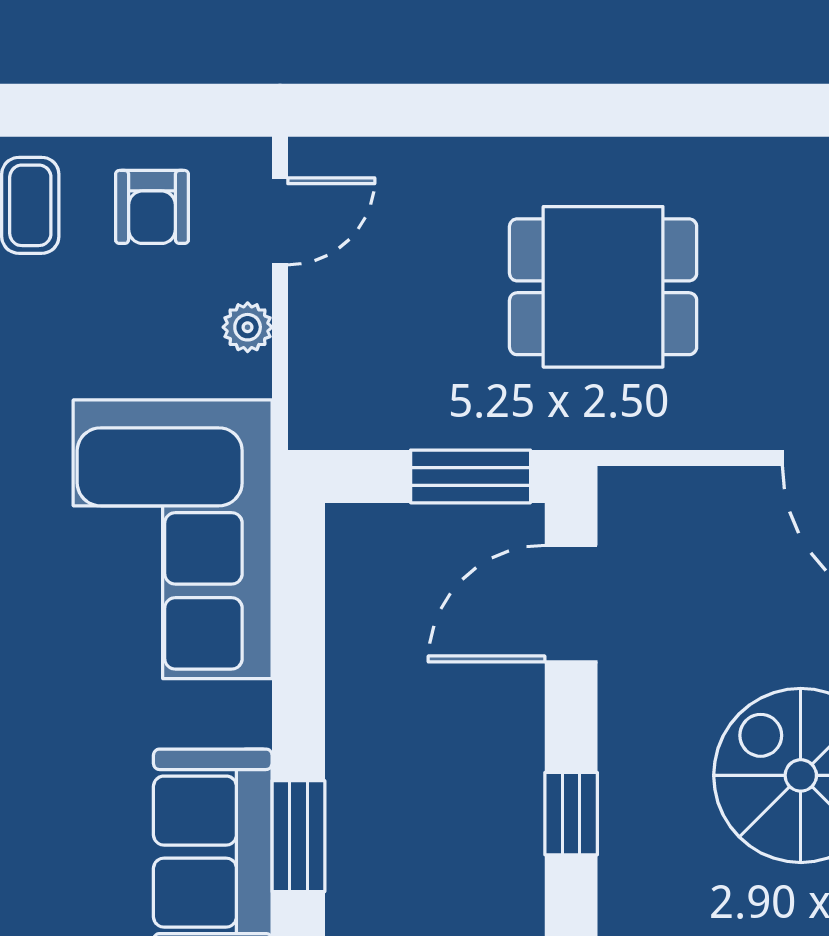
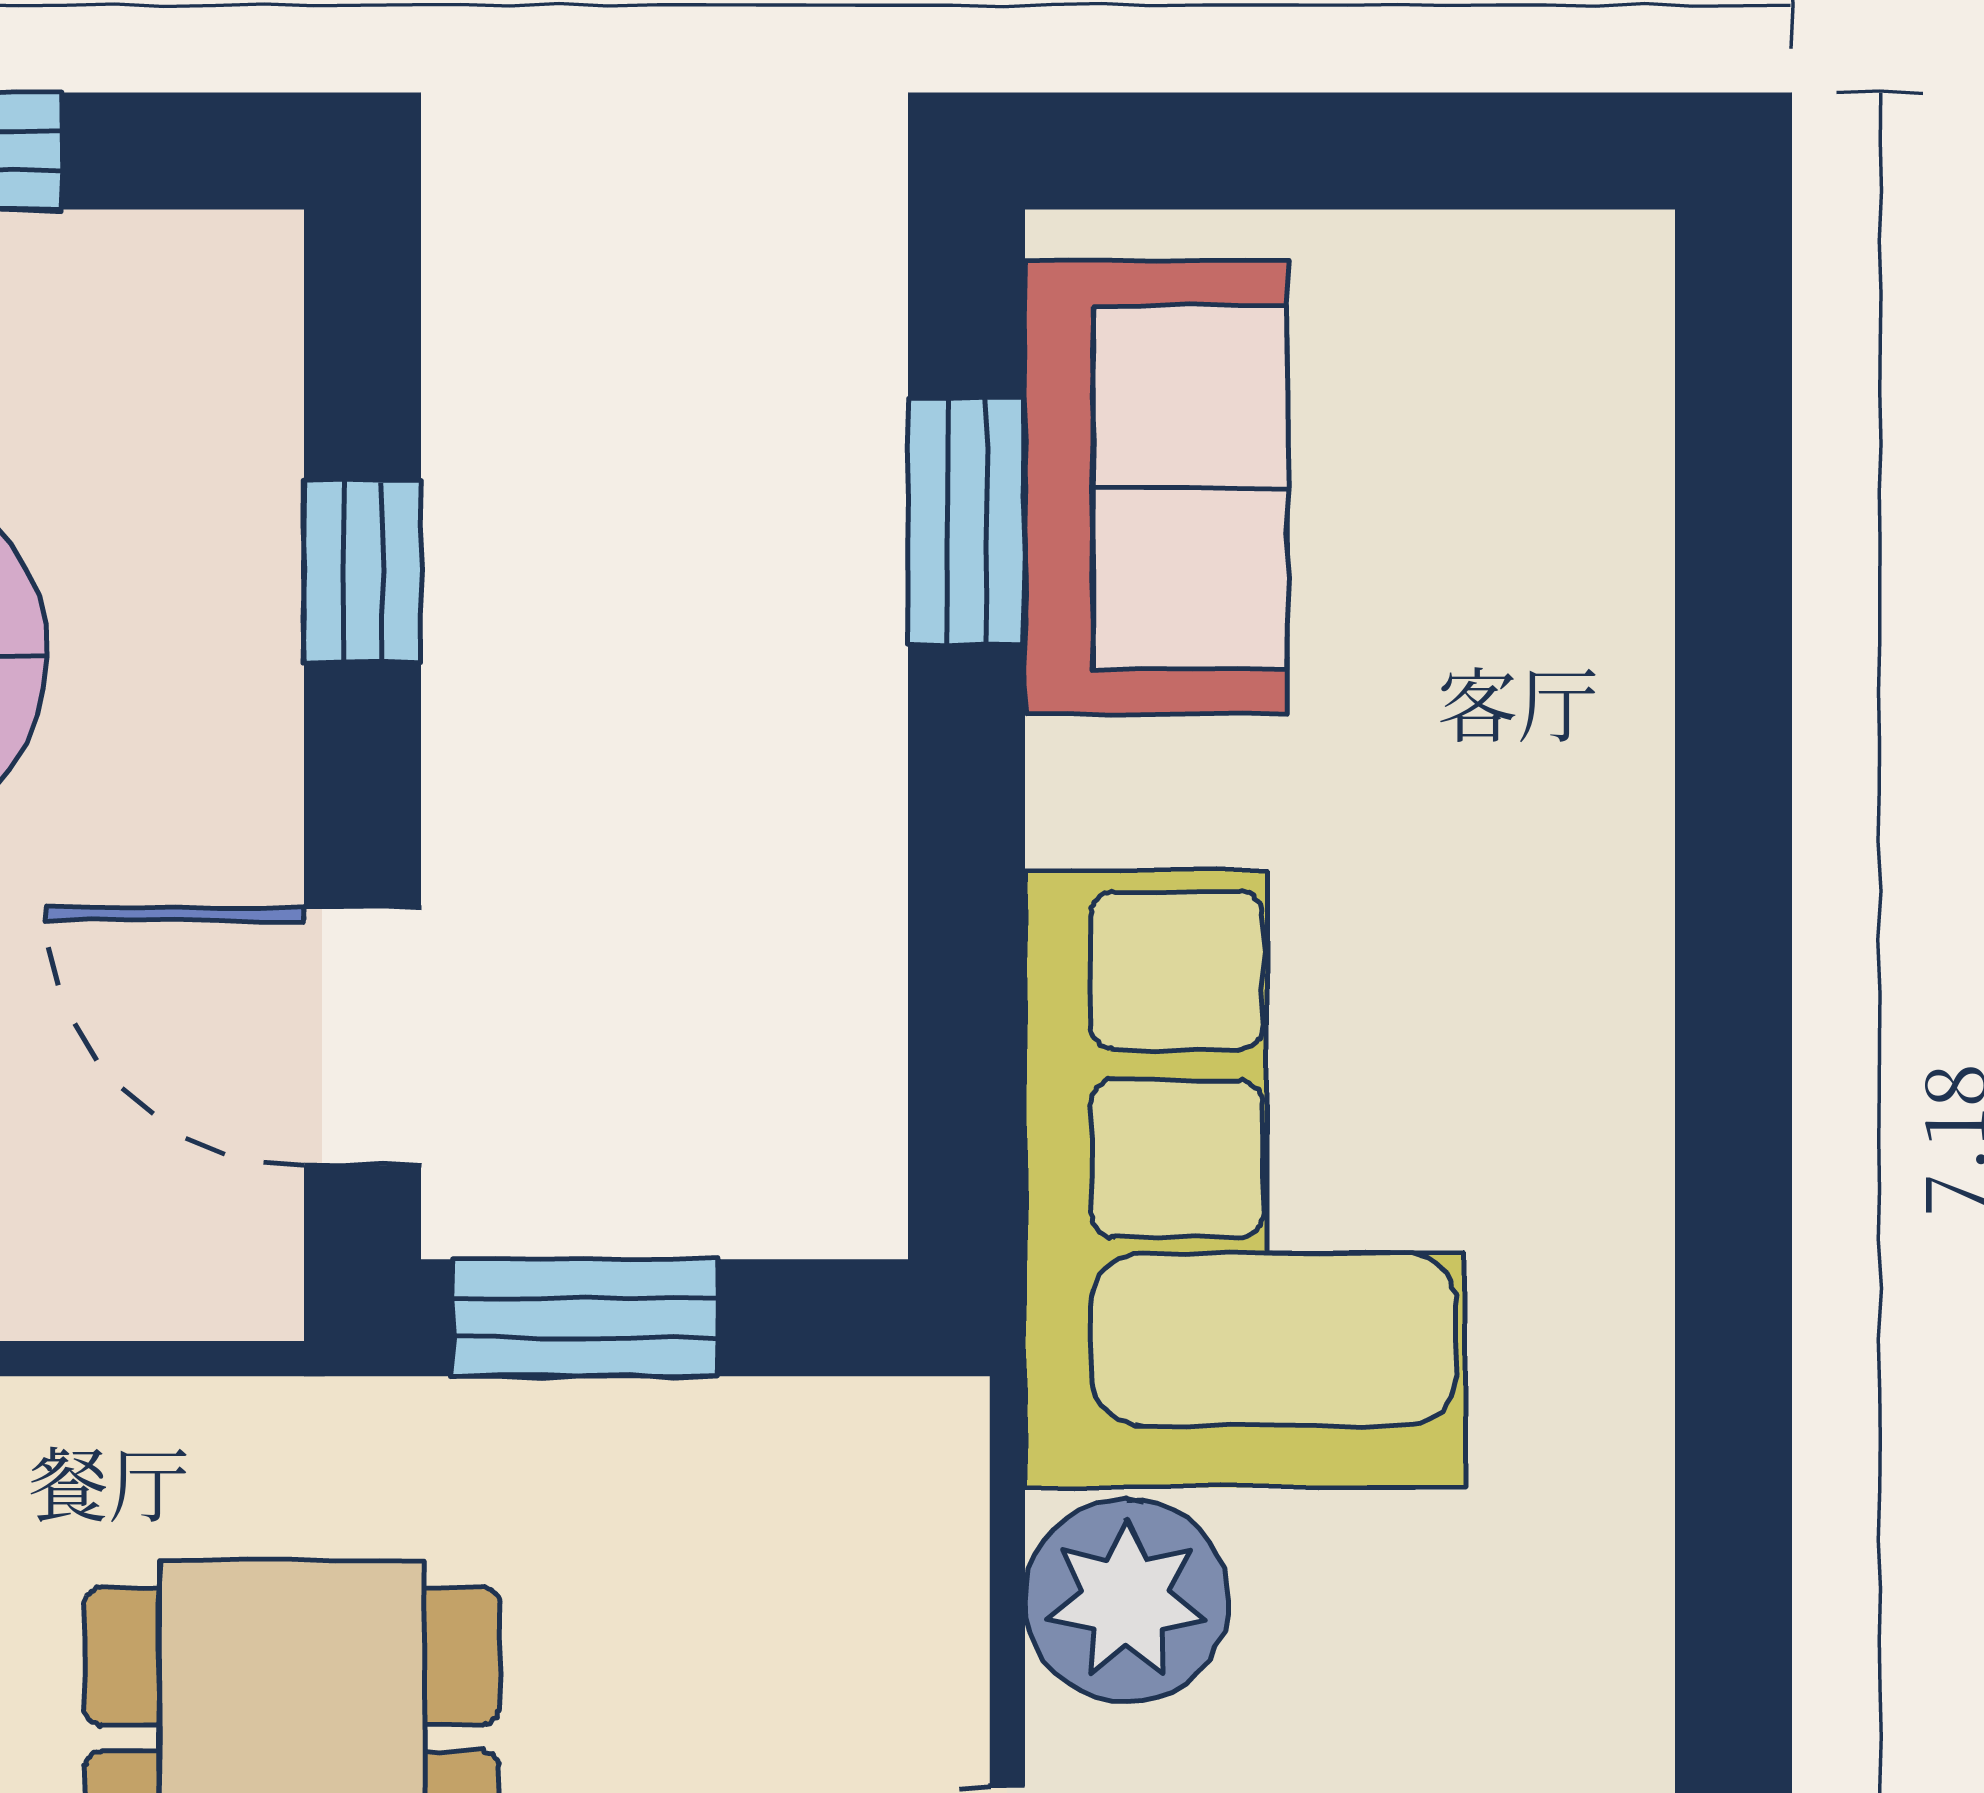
plant: (248, 327) -> (1127, 1601), width x1.88, depth x1.88
door: (571, 604) -> (363, 1036), swing flipped

